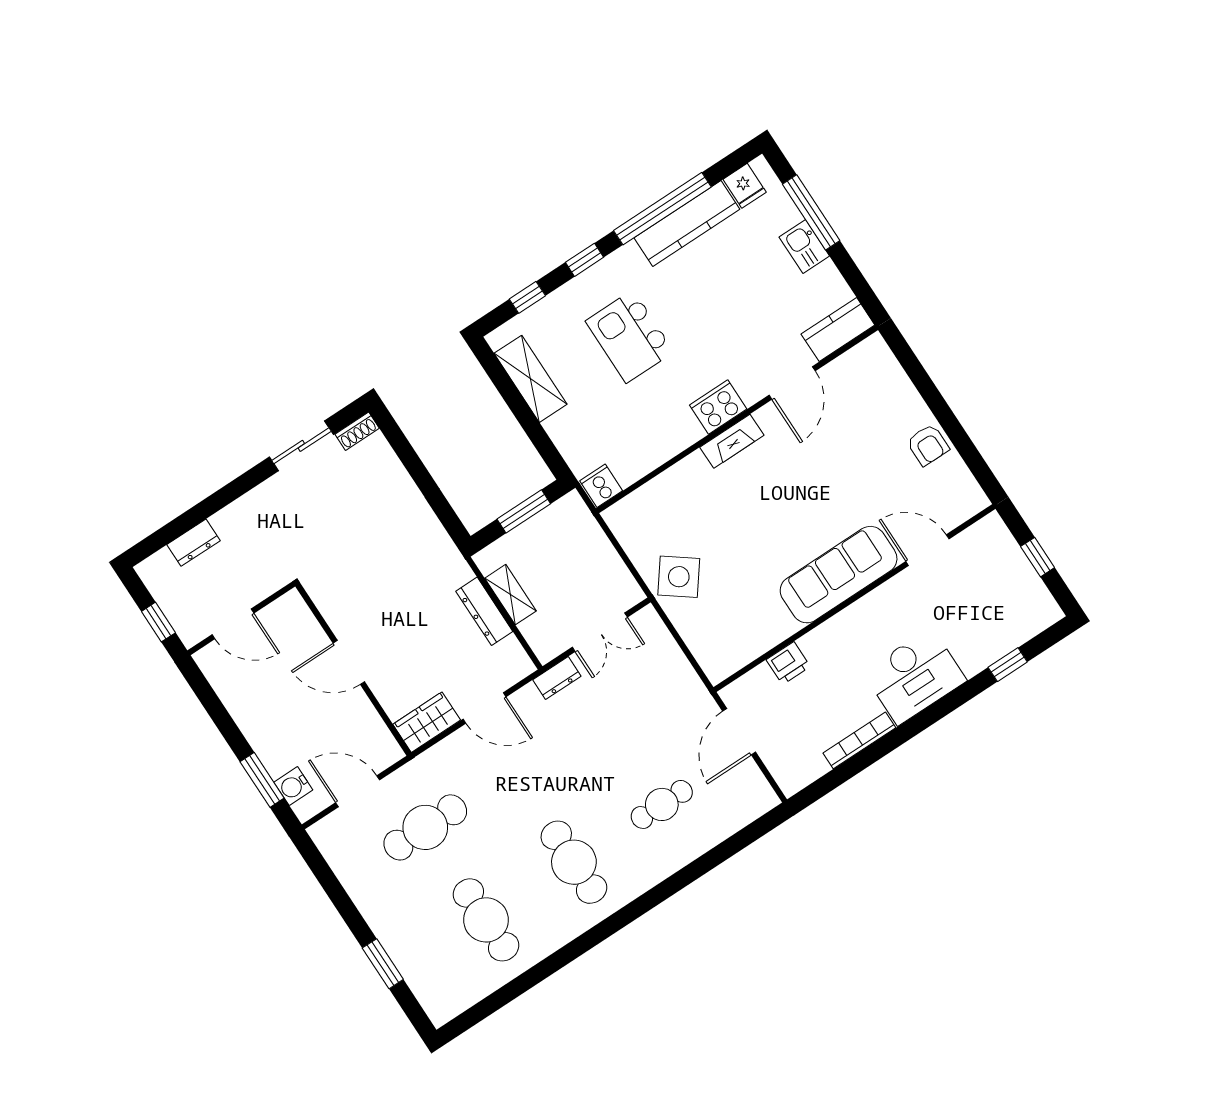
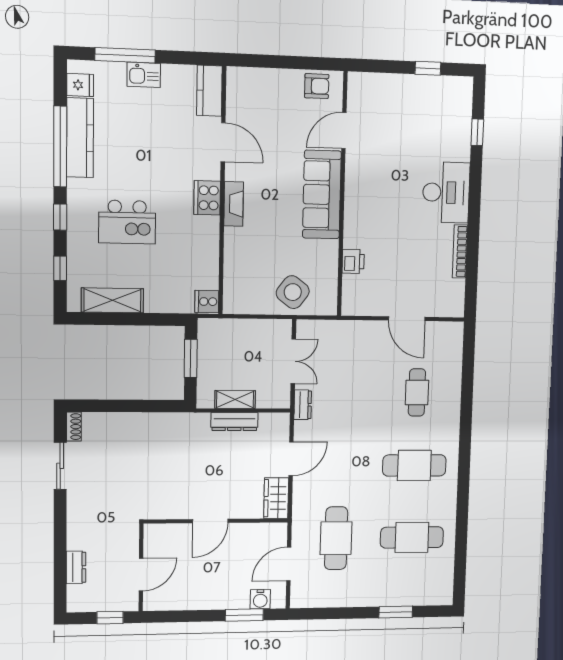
door: (927, 550) -> (344, 131), moved
sofa: (839, 575) -> (322, 195), moved
wall: (854, 598) -> (342, 195), moved
printer: (788, 663) -> (353, 261), moved

